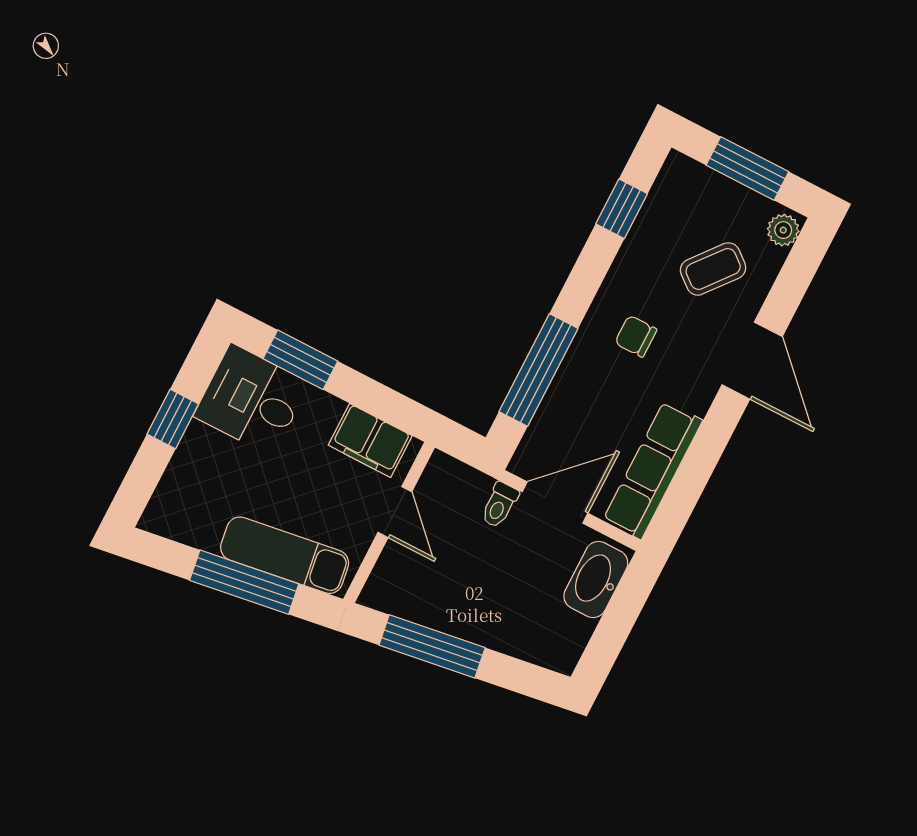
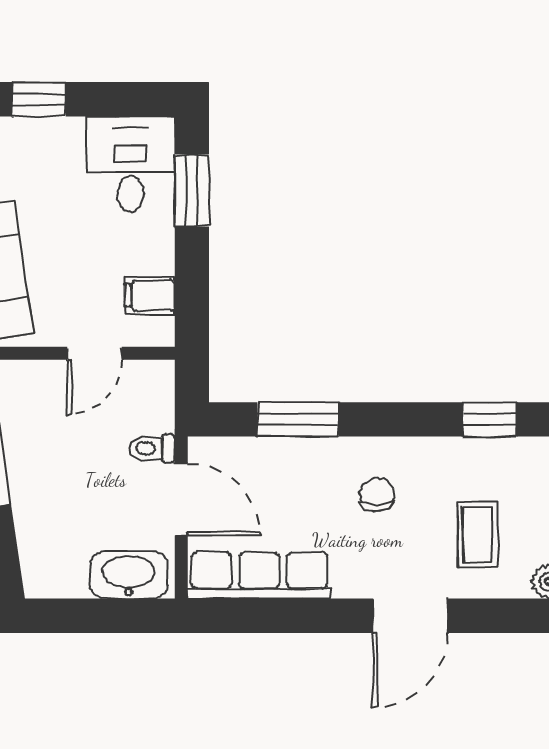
coffee table: (713, 269) -> (478, 535), turned 51
window: (538, 370) -> (298, 419), width x0.69
window: (173, 419) -> (39, 99), moved
filing cabinet: (370, 440) -> (150, 295), width x0.50

